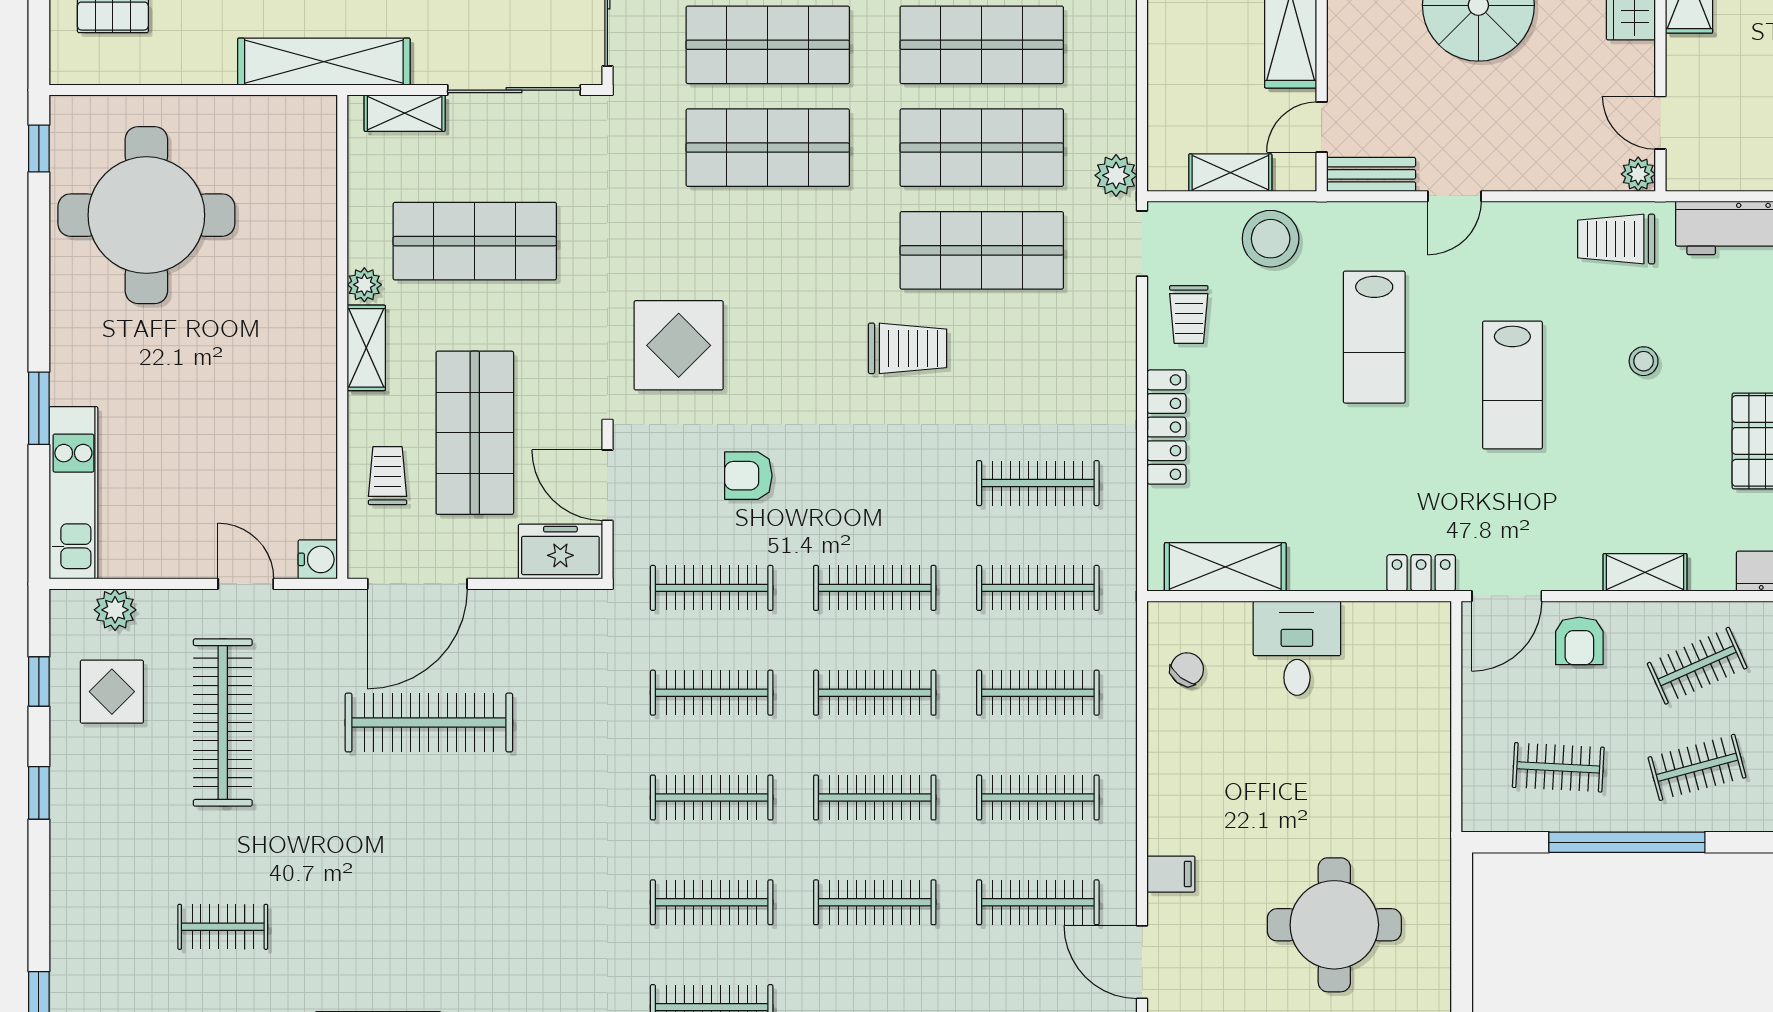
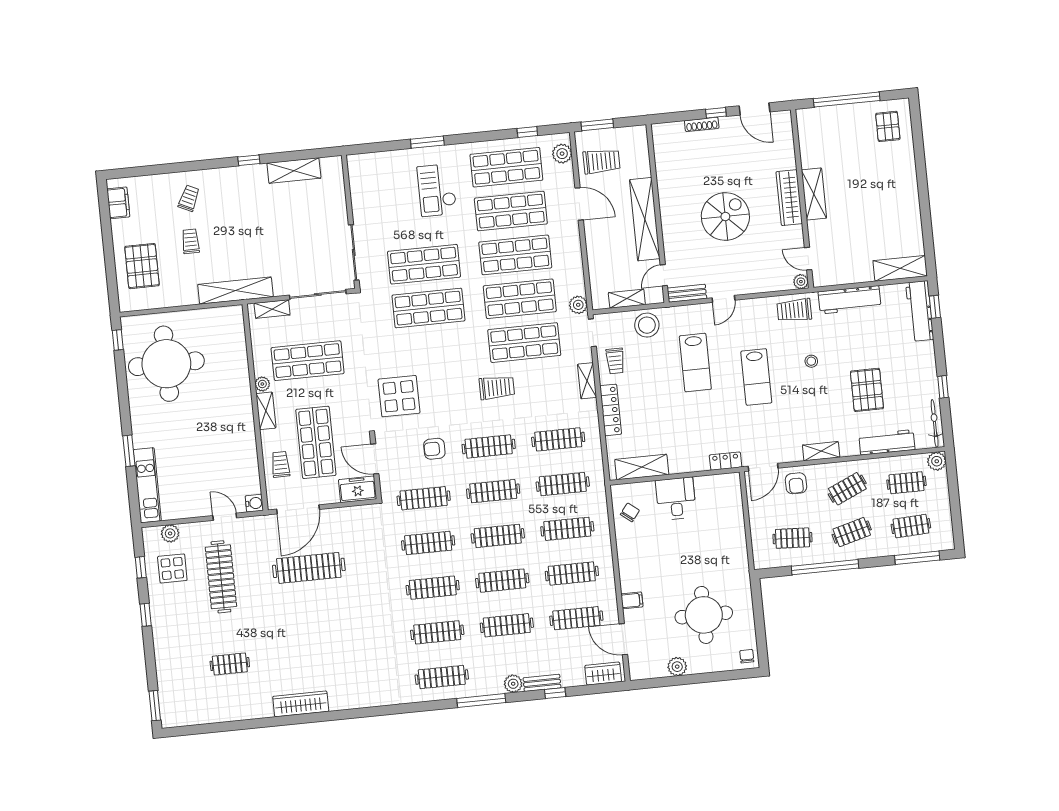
shelving: (1119, 354) -> (587, 381), added
clothes rail: (875, 483) -> (489, 446), added

